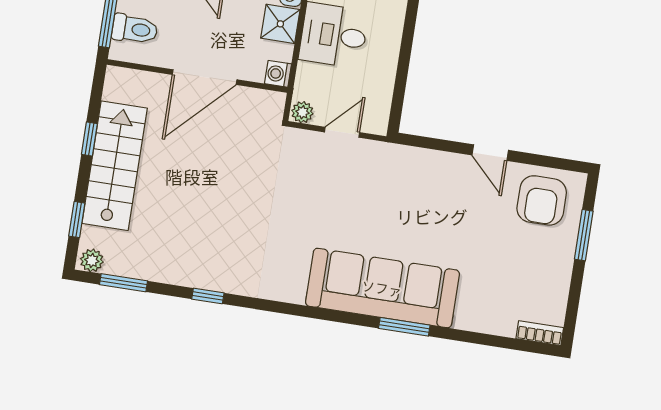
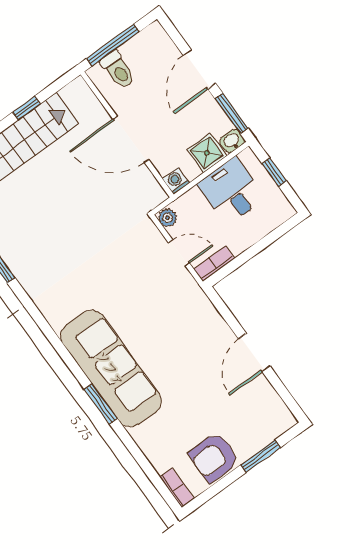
bookcase: (381, 112) -> (214, 264), added
door: (490, 153) -> (254, 352), width x1.38
armchair: (542, 200) -> (214, 457), moved

